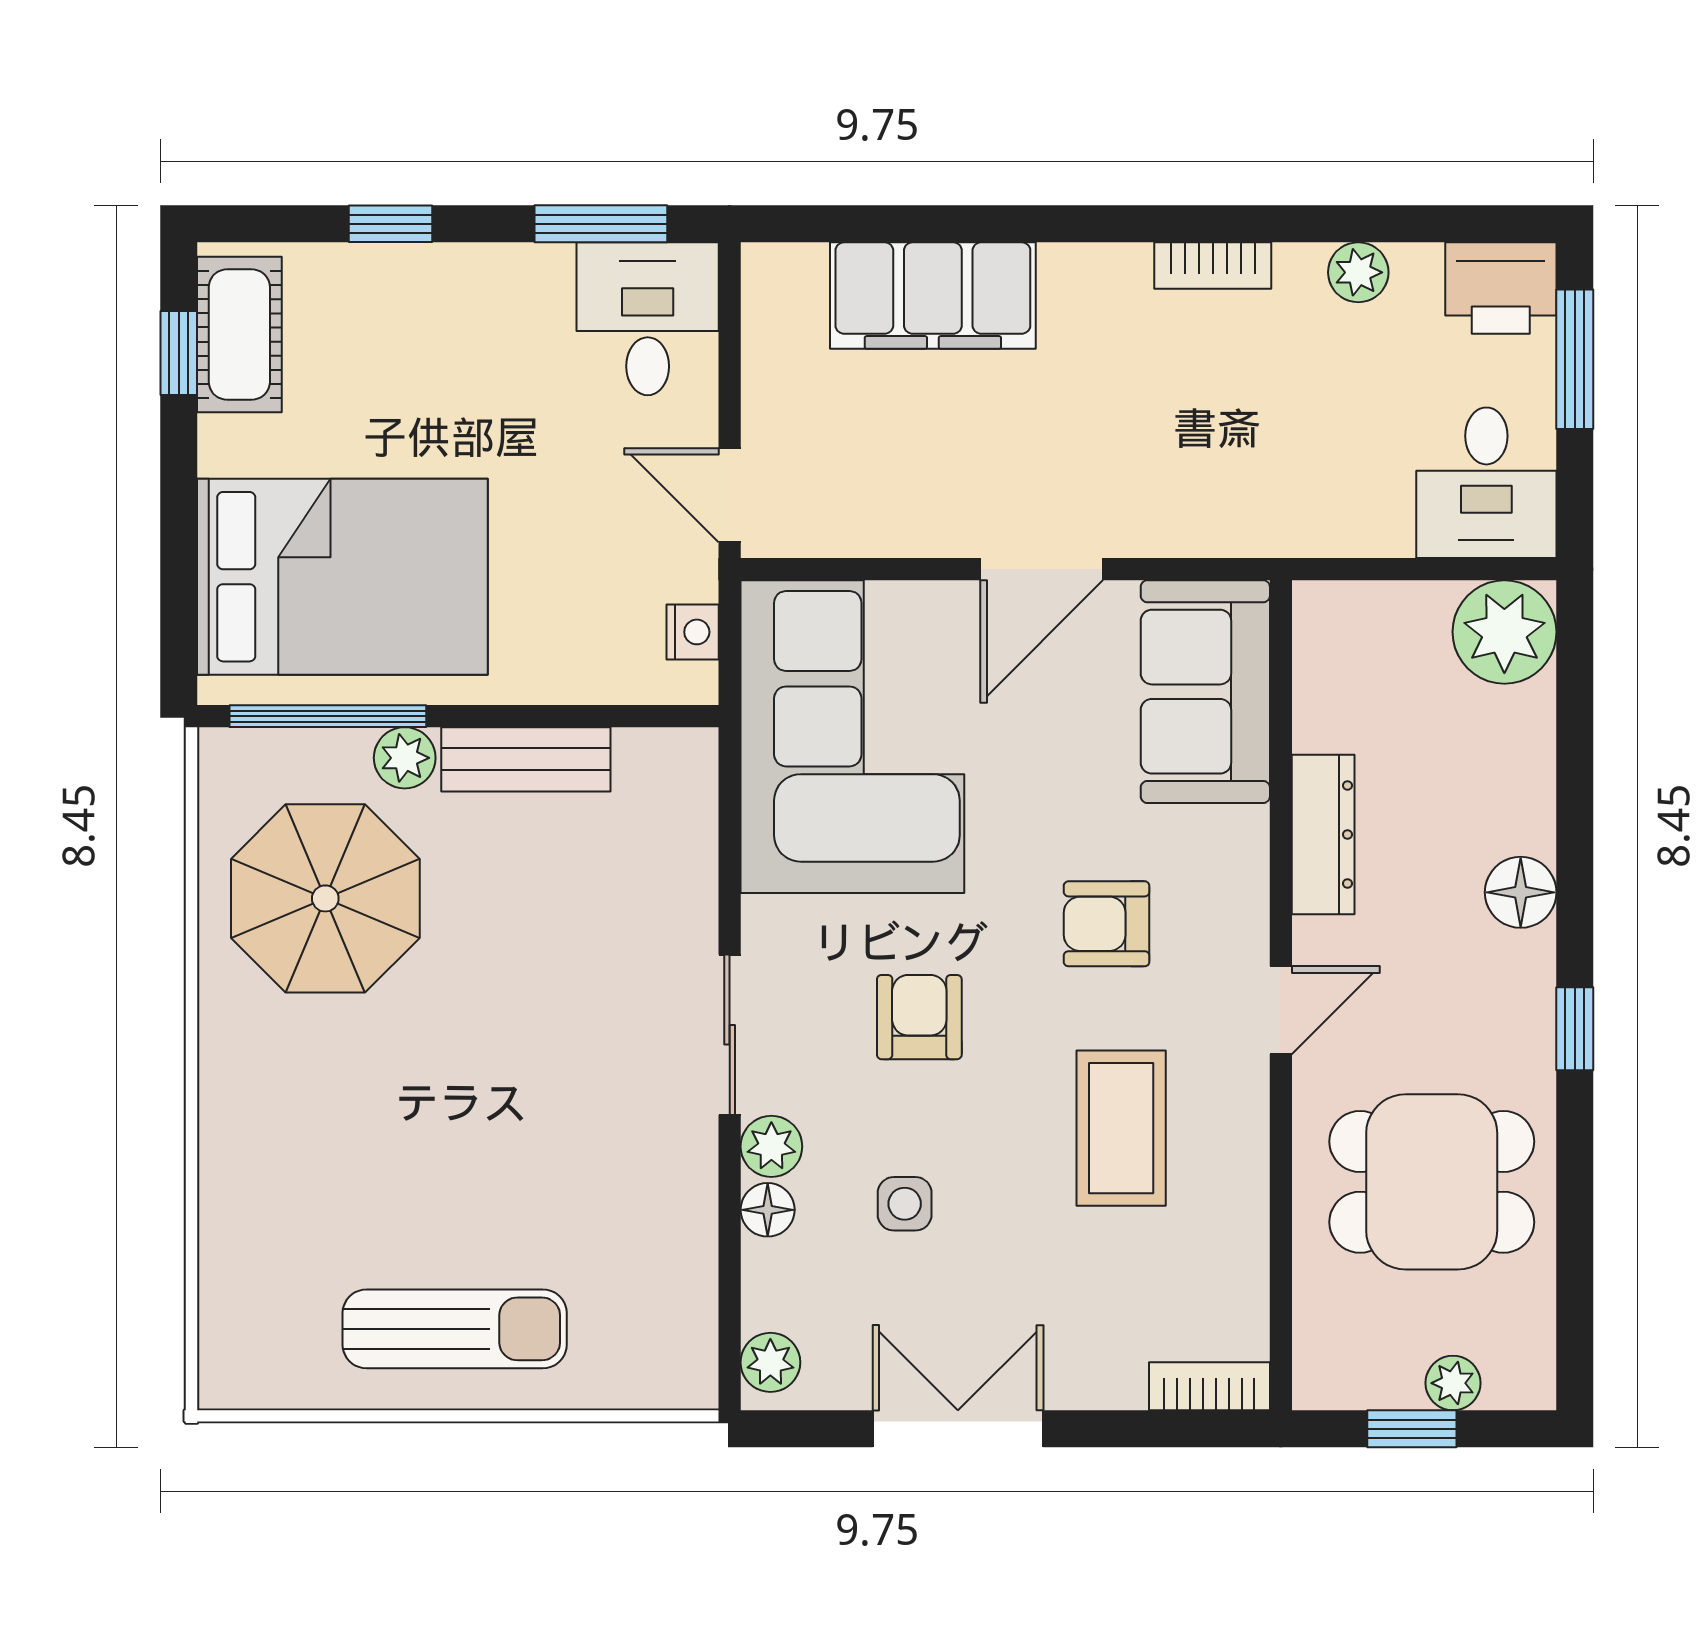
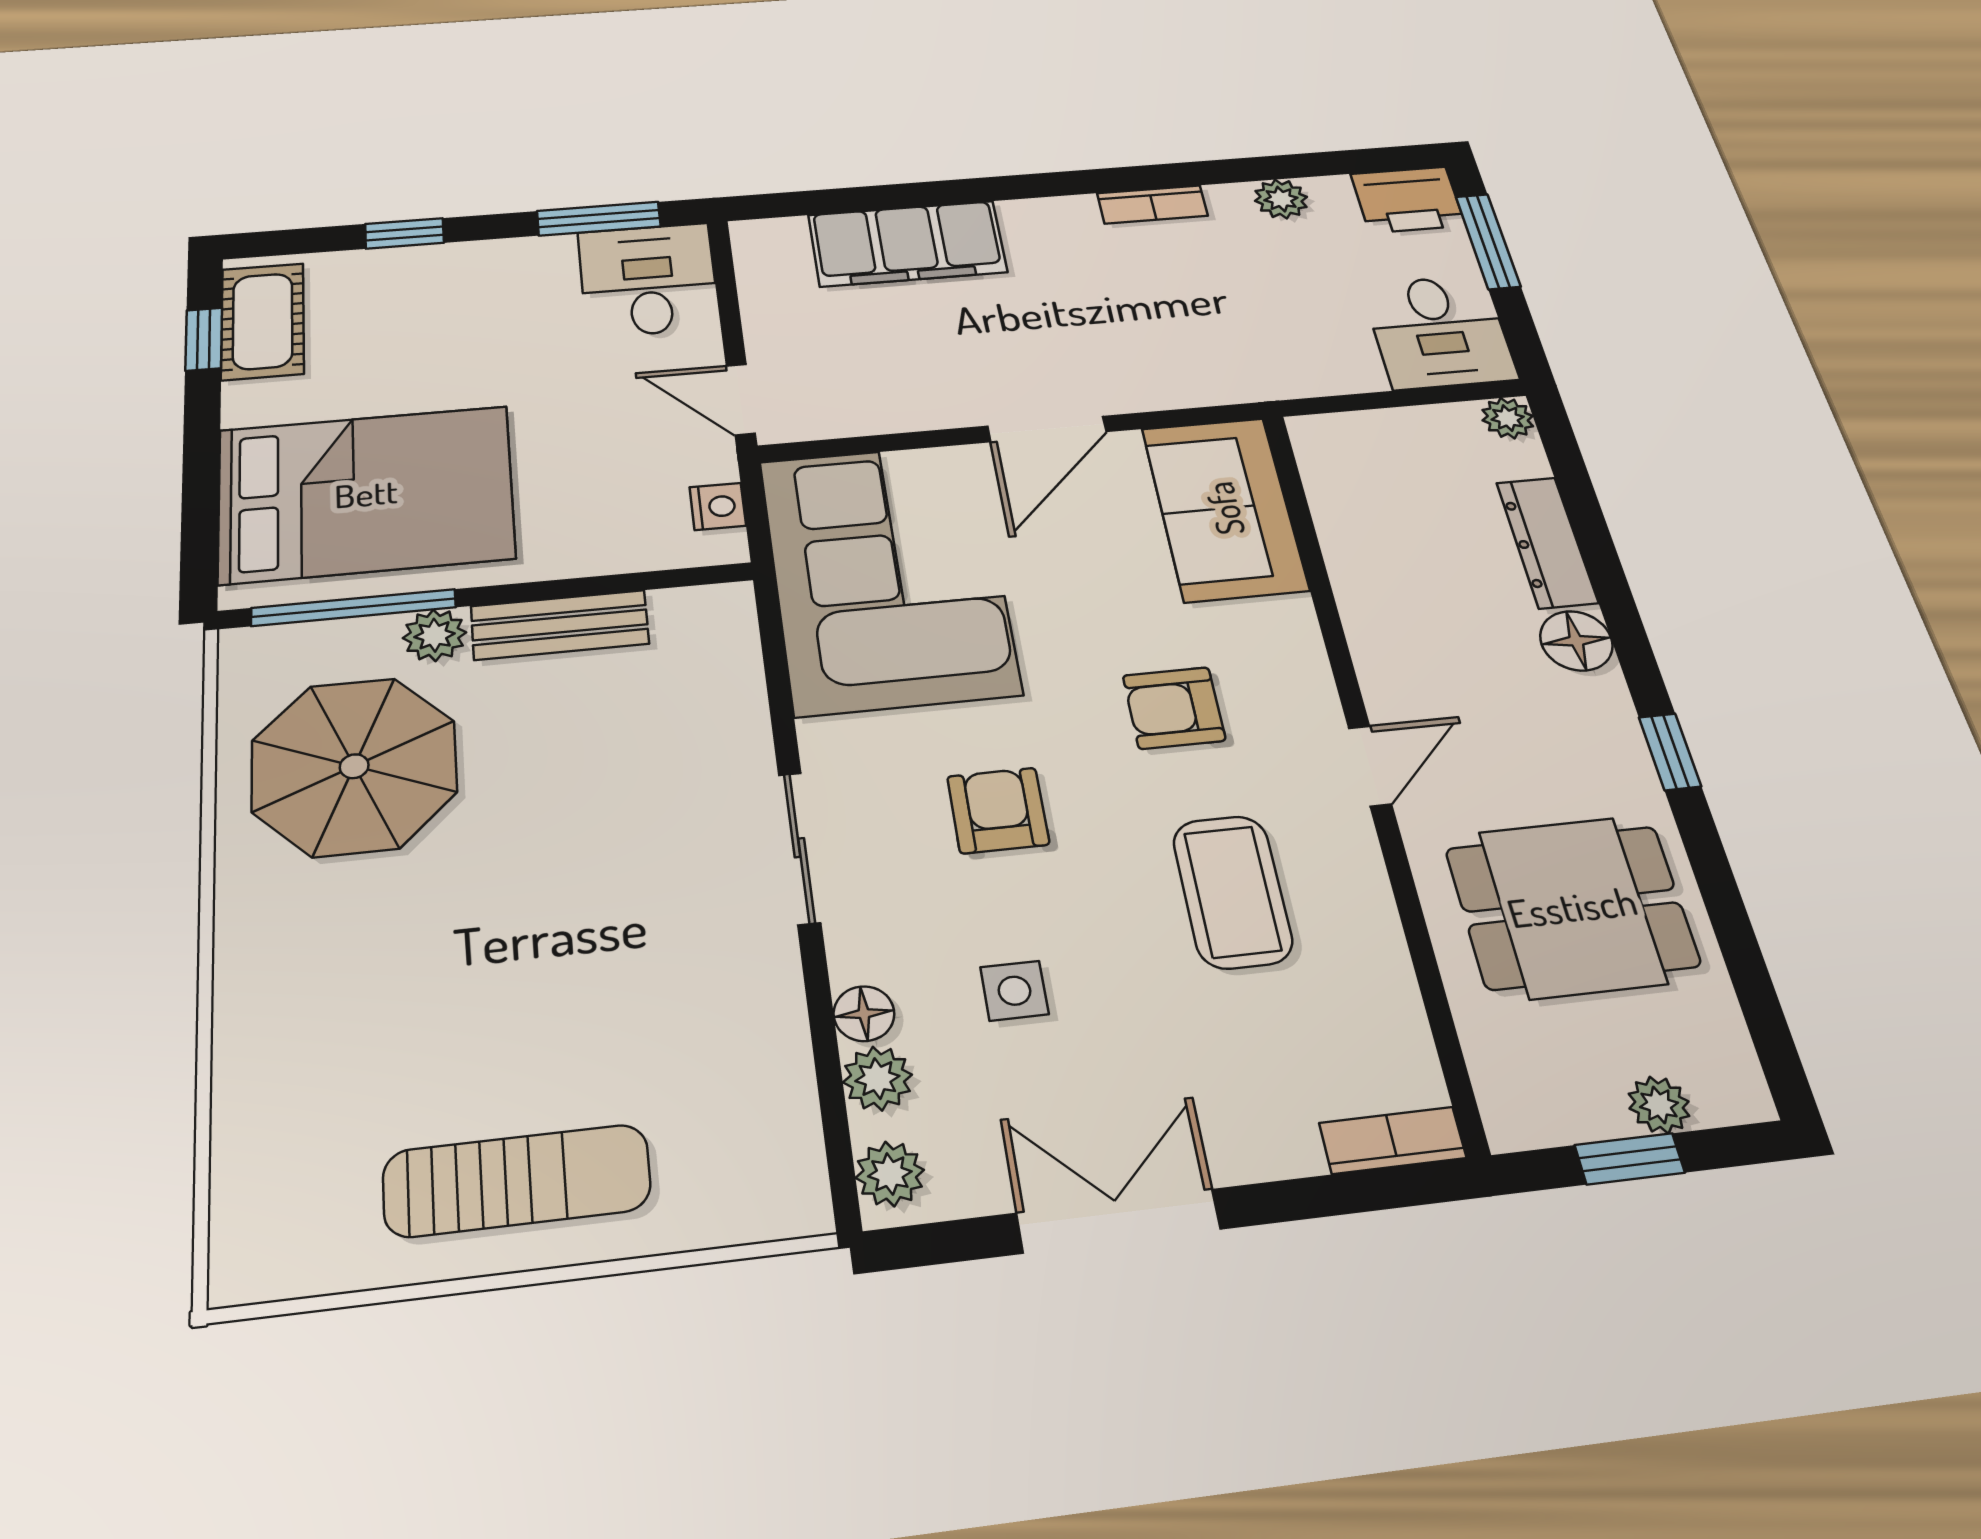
plant: (1504, 632) -> (1508, 418), width x0.53, depth x0.53
dresser: (1323, 834) -> (1547, 542), moved, turned 180
plant: (771, 1146) -> (877, 1078), moved

